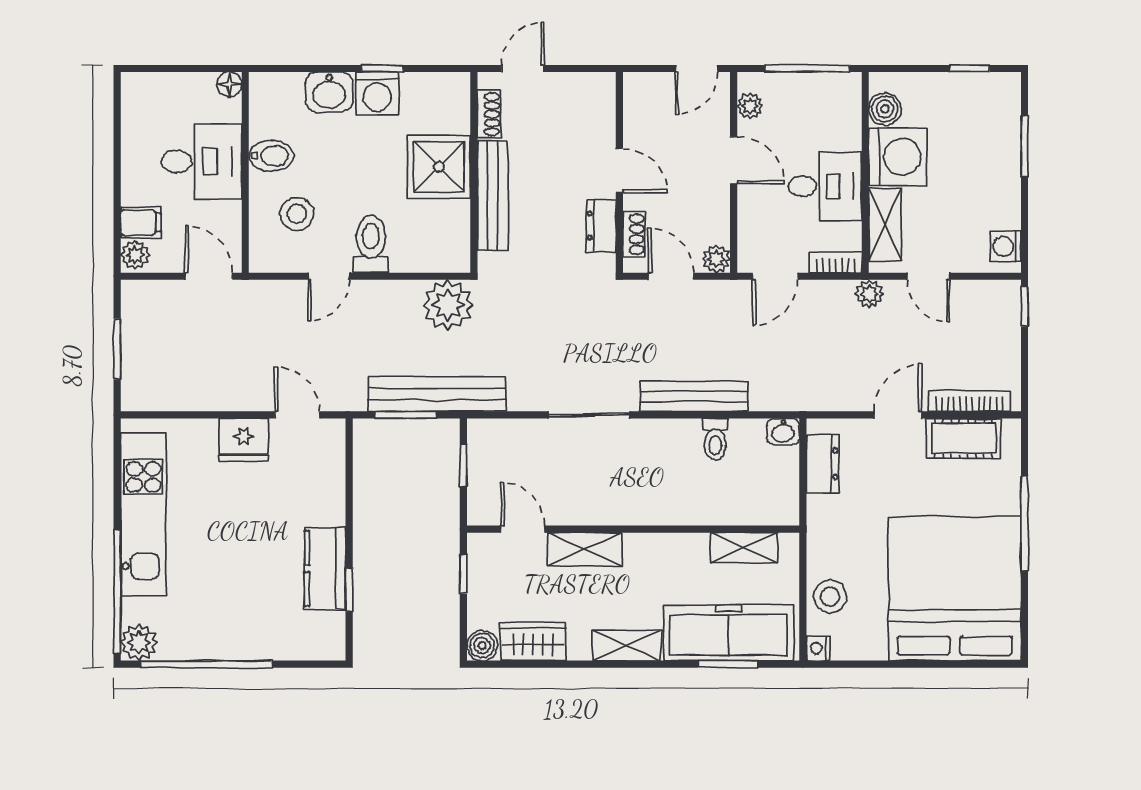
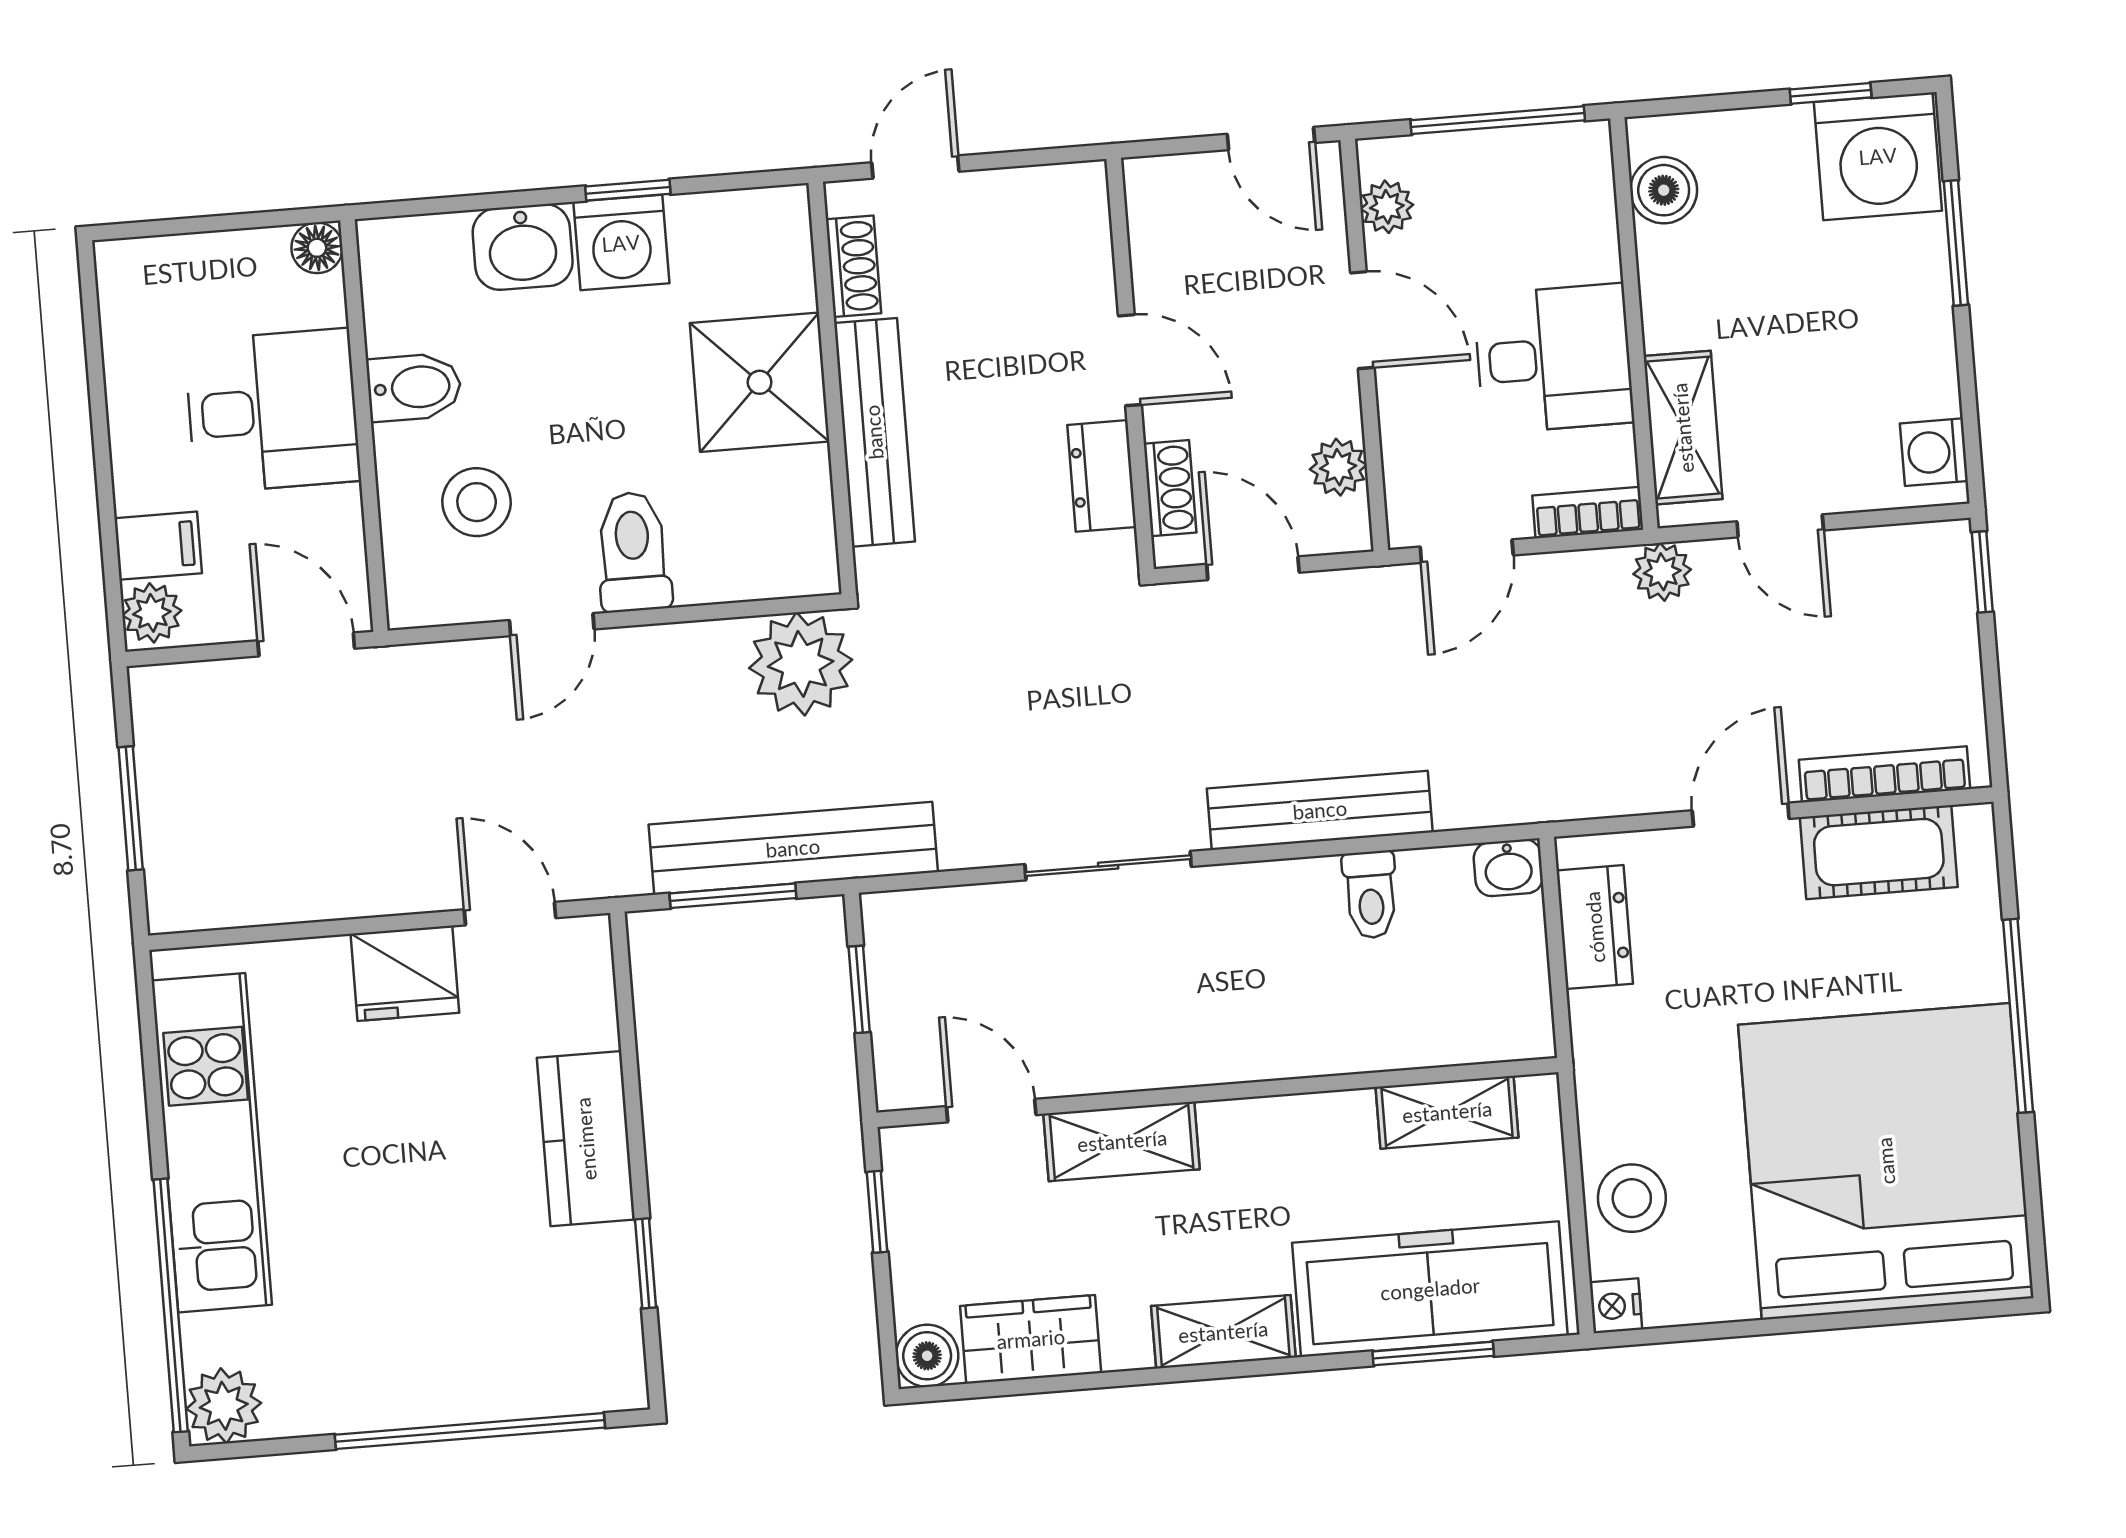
door: (696, 68) -> (1271, 138), hinge flipped
washing machine: (898, 157) -> (1878, 156), moved, turned 90
plant: (716, 259) -> (1338, 467), moved
kitchen counter: (325, 569) -> (586, 1139), moved
window: (206, 664) -> (470, 1431), moved

